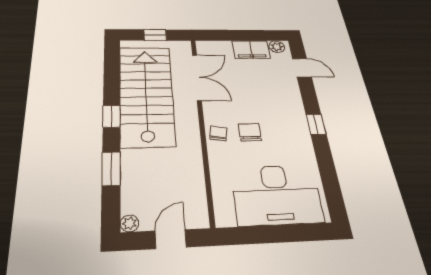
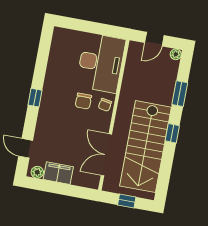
desk: (277, 195) -> (101, 63), moved, turned 90

